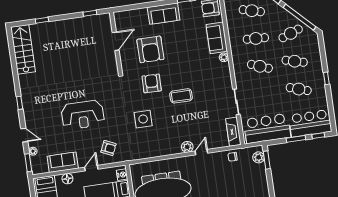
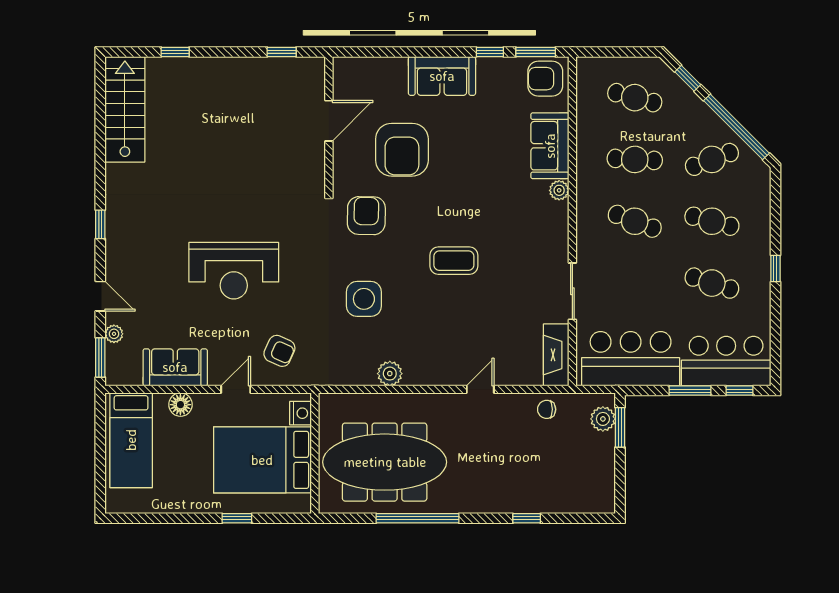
armchair: (152, 83) -> (366, 216), moved
plant: (187, 147) -> (390, 374), moved

